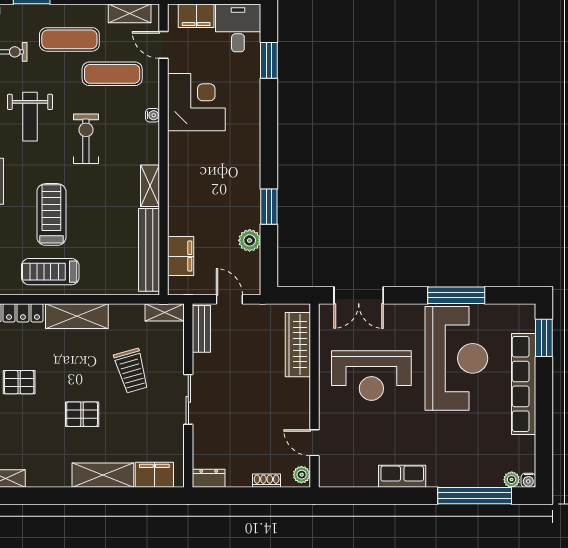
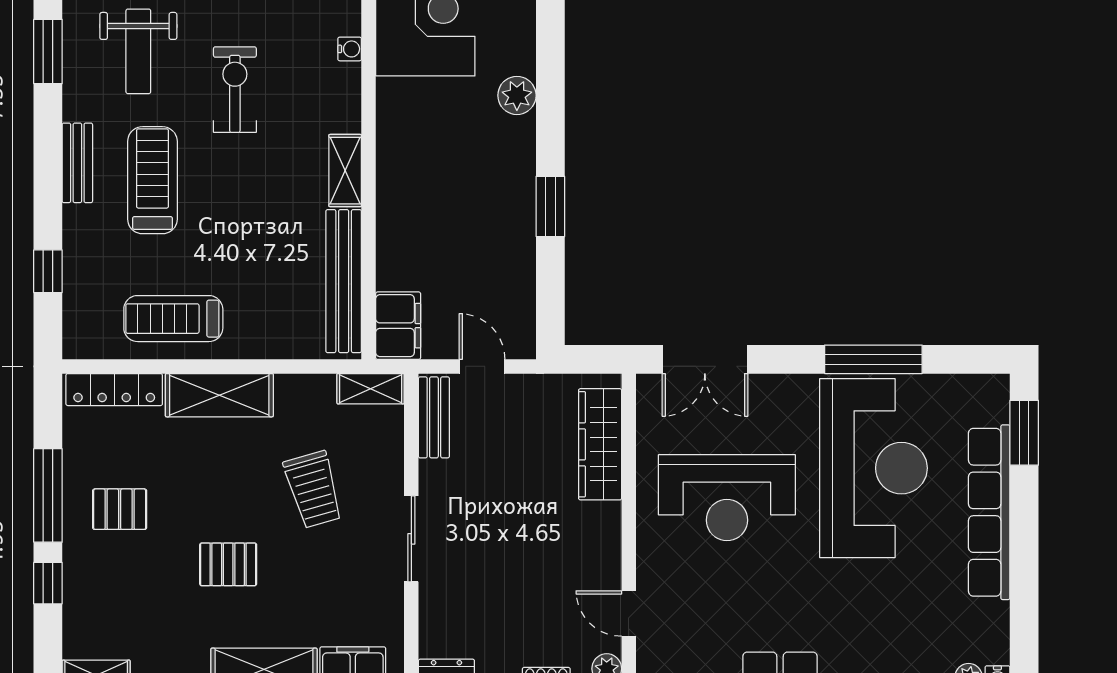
treadmill: (51, 214) -> (152, 180), moved
plant: (250, 240) -> (517, 95), moved
filing cabinet: (181, 256) -> (398, 326), moved

